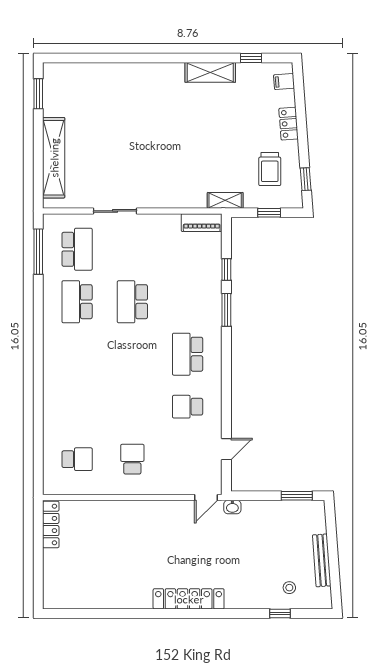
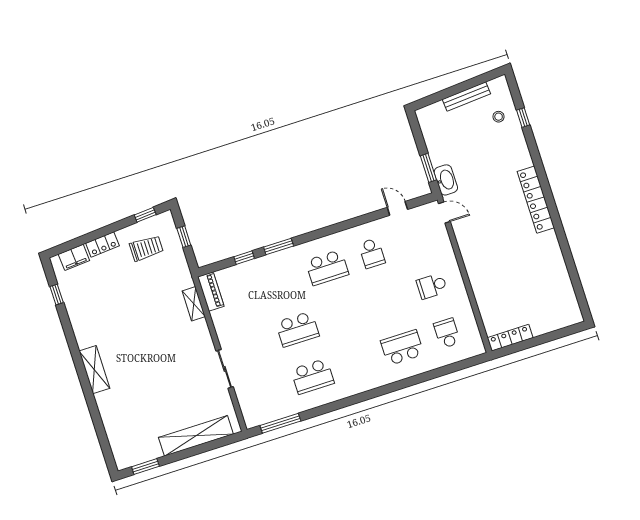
shelving: (210, 72) -> (94, 370), moved
filing cabinet: (284, 82) -> (74, 257), width x2.00
shelving: (225, 200) -> (194, 304), moved
school desk: (77, 249) -> (402, 348), moved
window: (297, 496) -> (428, 168), moved
washbasin: (232, 507) -> (446, 180), width x1.91, depth x1.45

